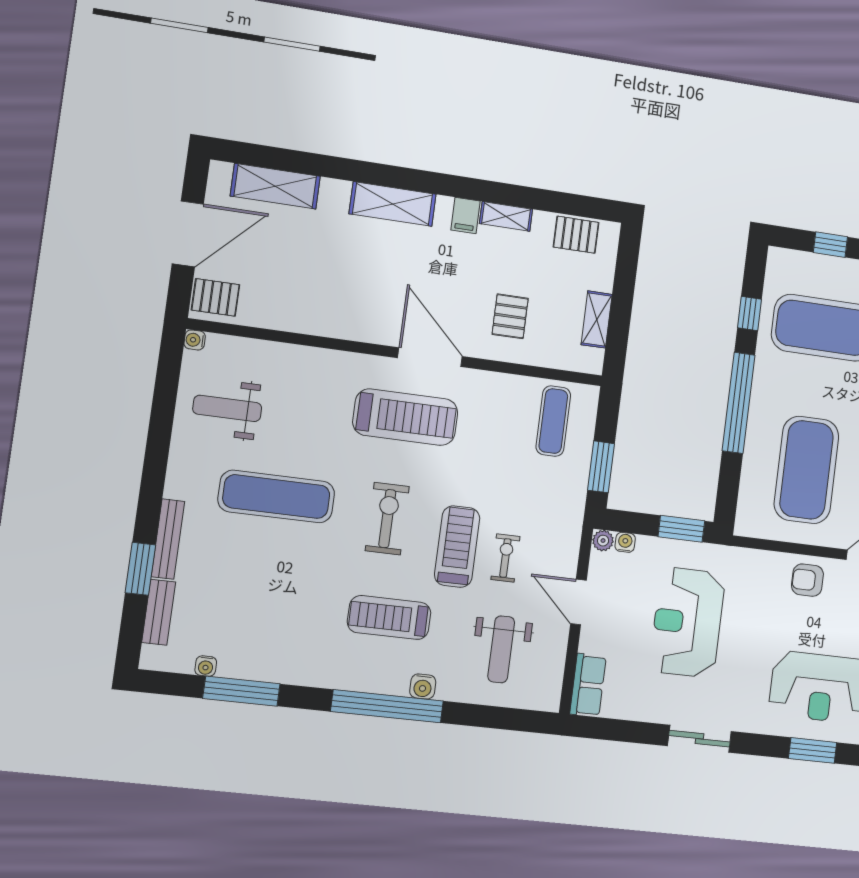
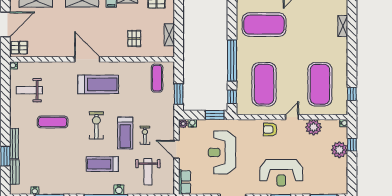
window: (749, 313) -> (232, 97), moved
door: (430, 357) -> (87, 59), moved
exercise mat: (276, 496) -> (53, 122), width x0.73, depth x0.69
treadmill: (457, 547) -> (125, 133), turned 180

